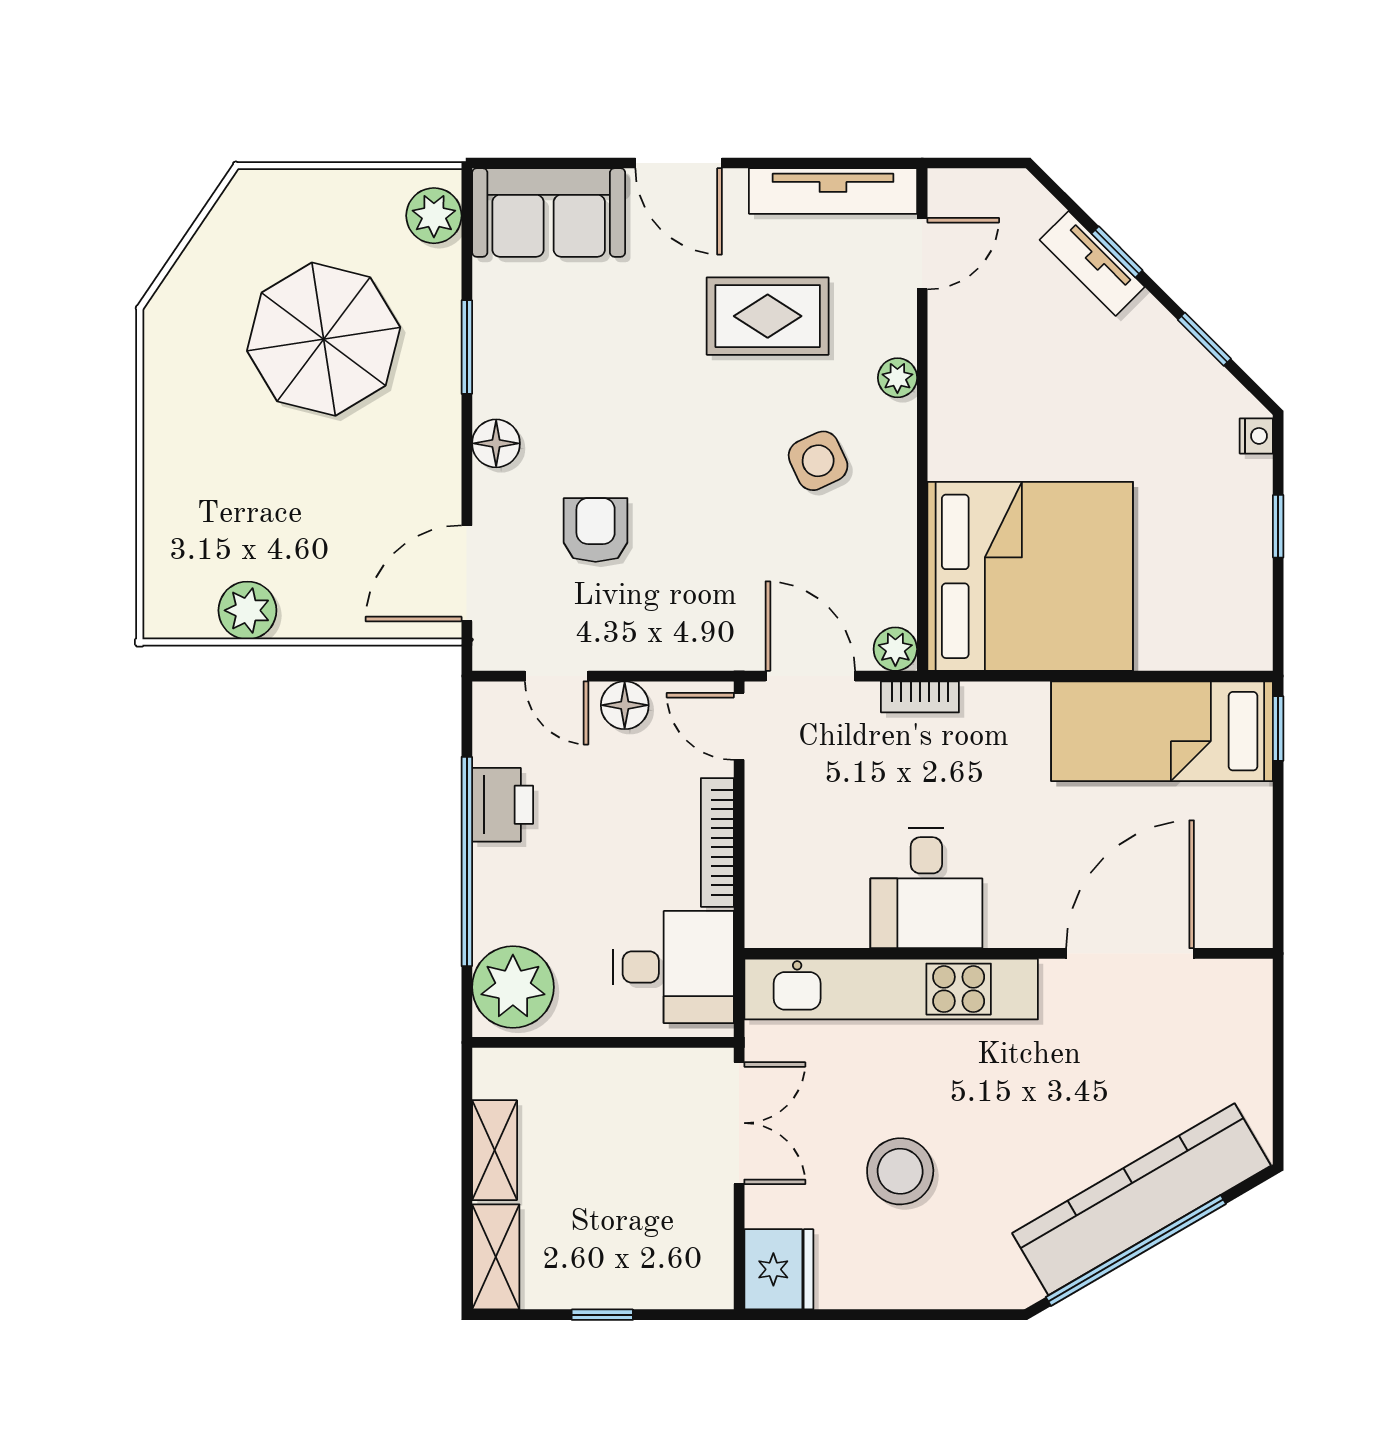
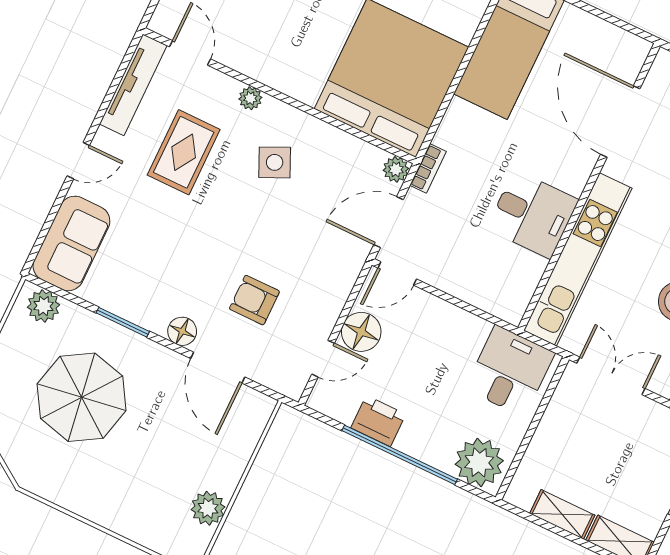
door: (679, 163) -> (78, 161), width x0.73
door: (467, 573) -> (218, 368), moved
floor lamp: (625, 705) -> (361, 332), width x1.38, depth x1.38
bookcase: (717, 842) -> (454, 315), removed

